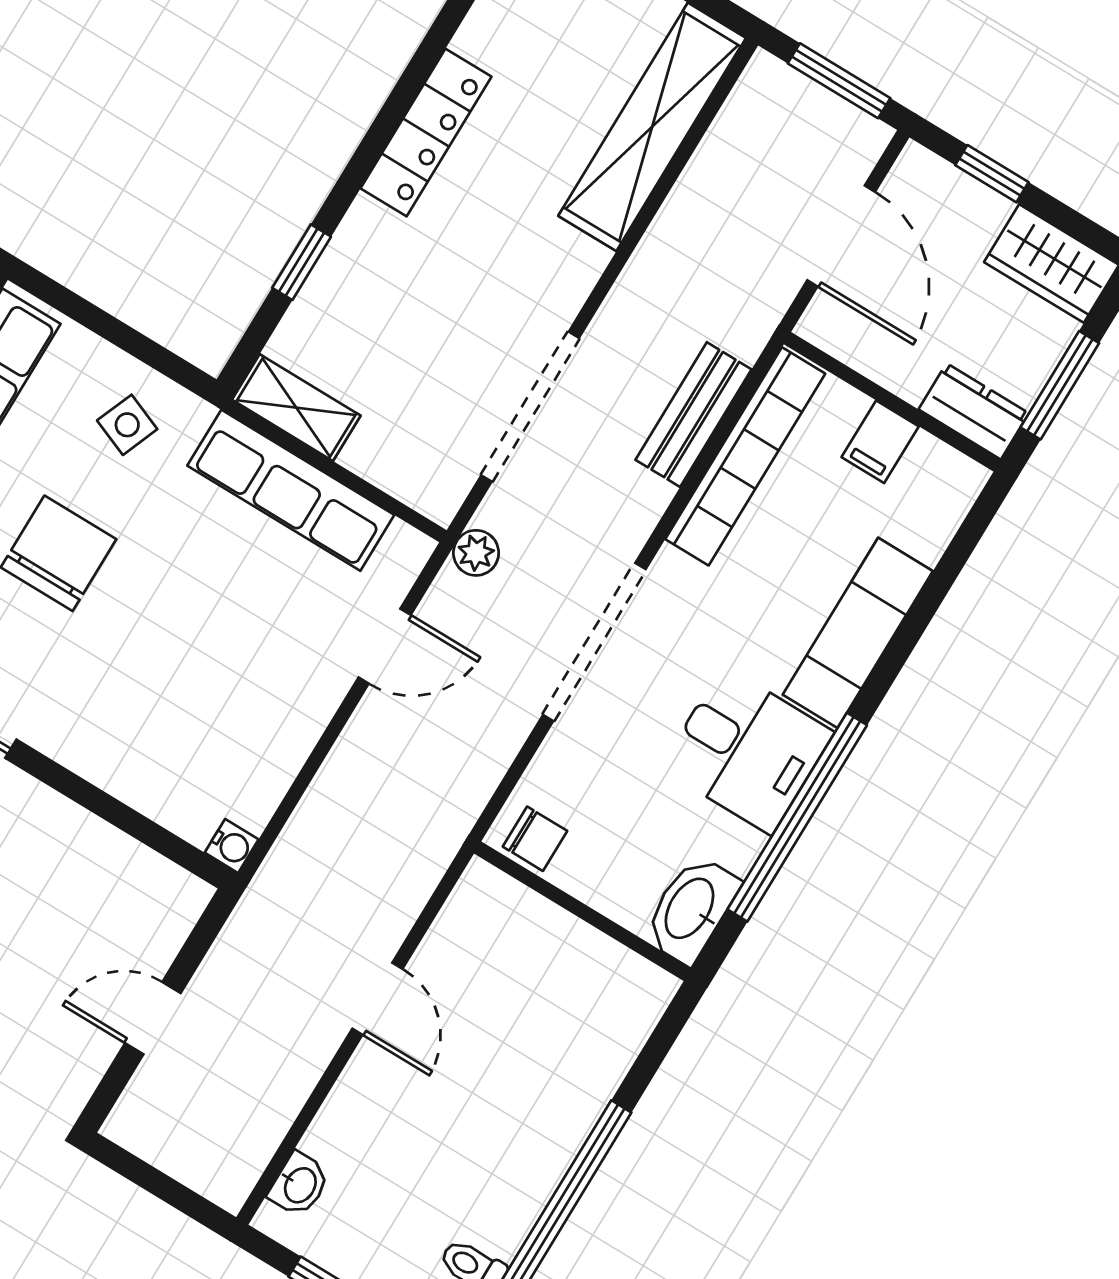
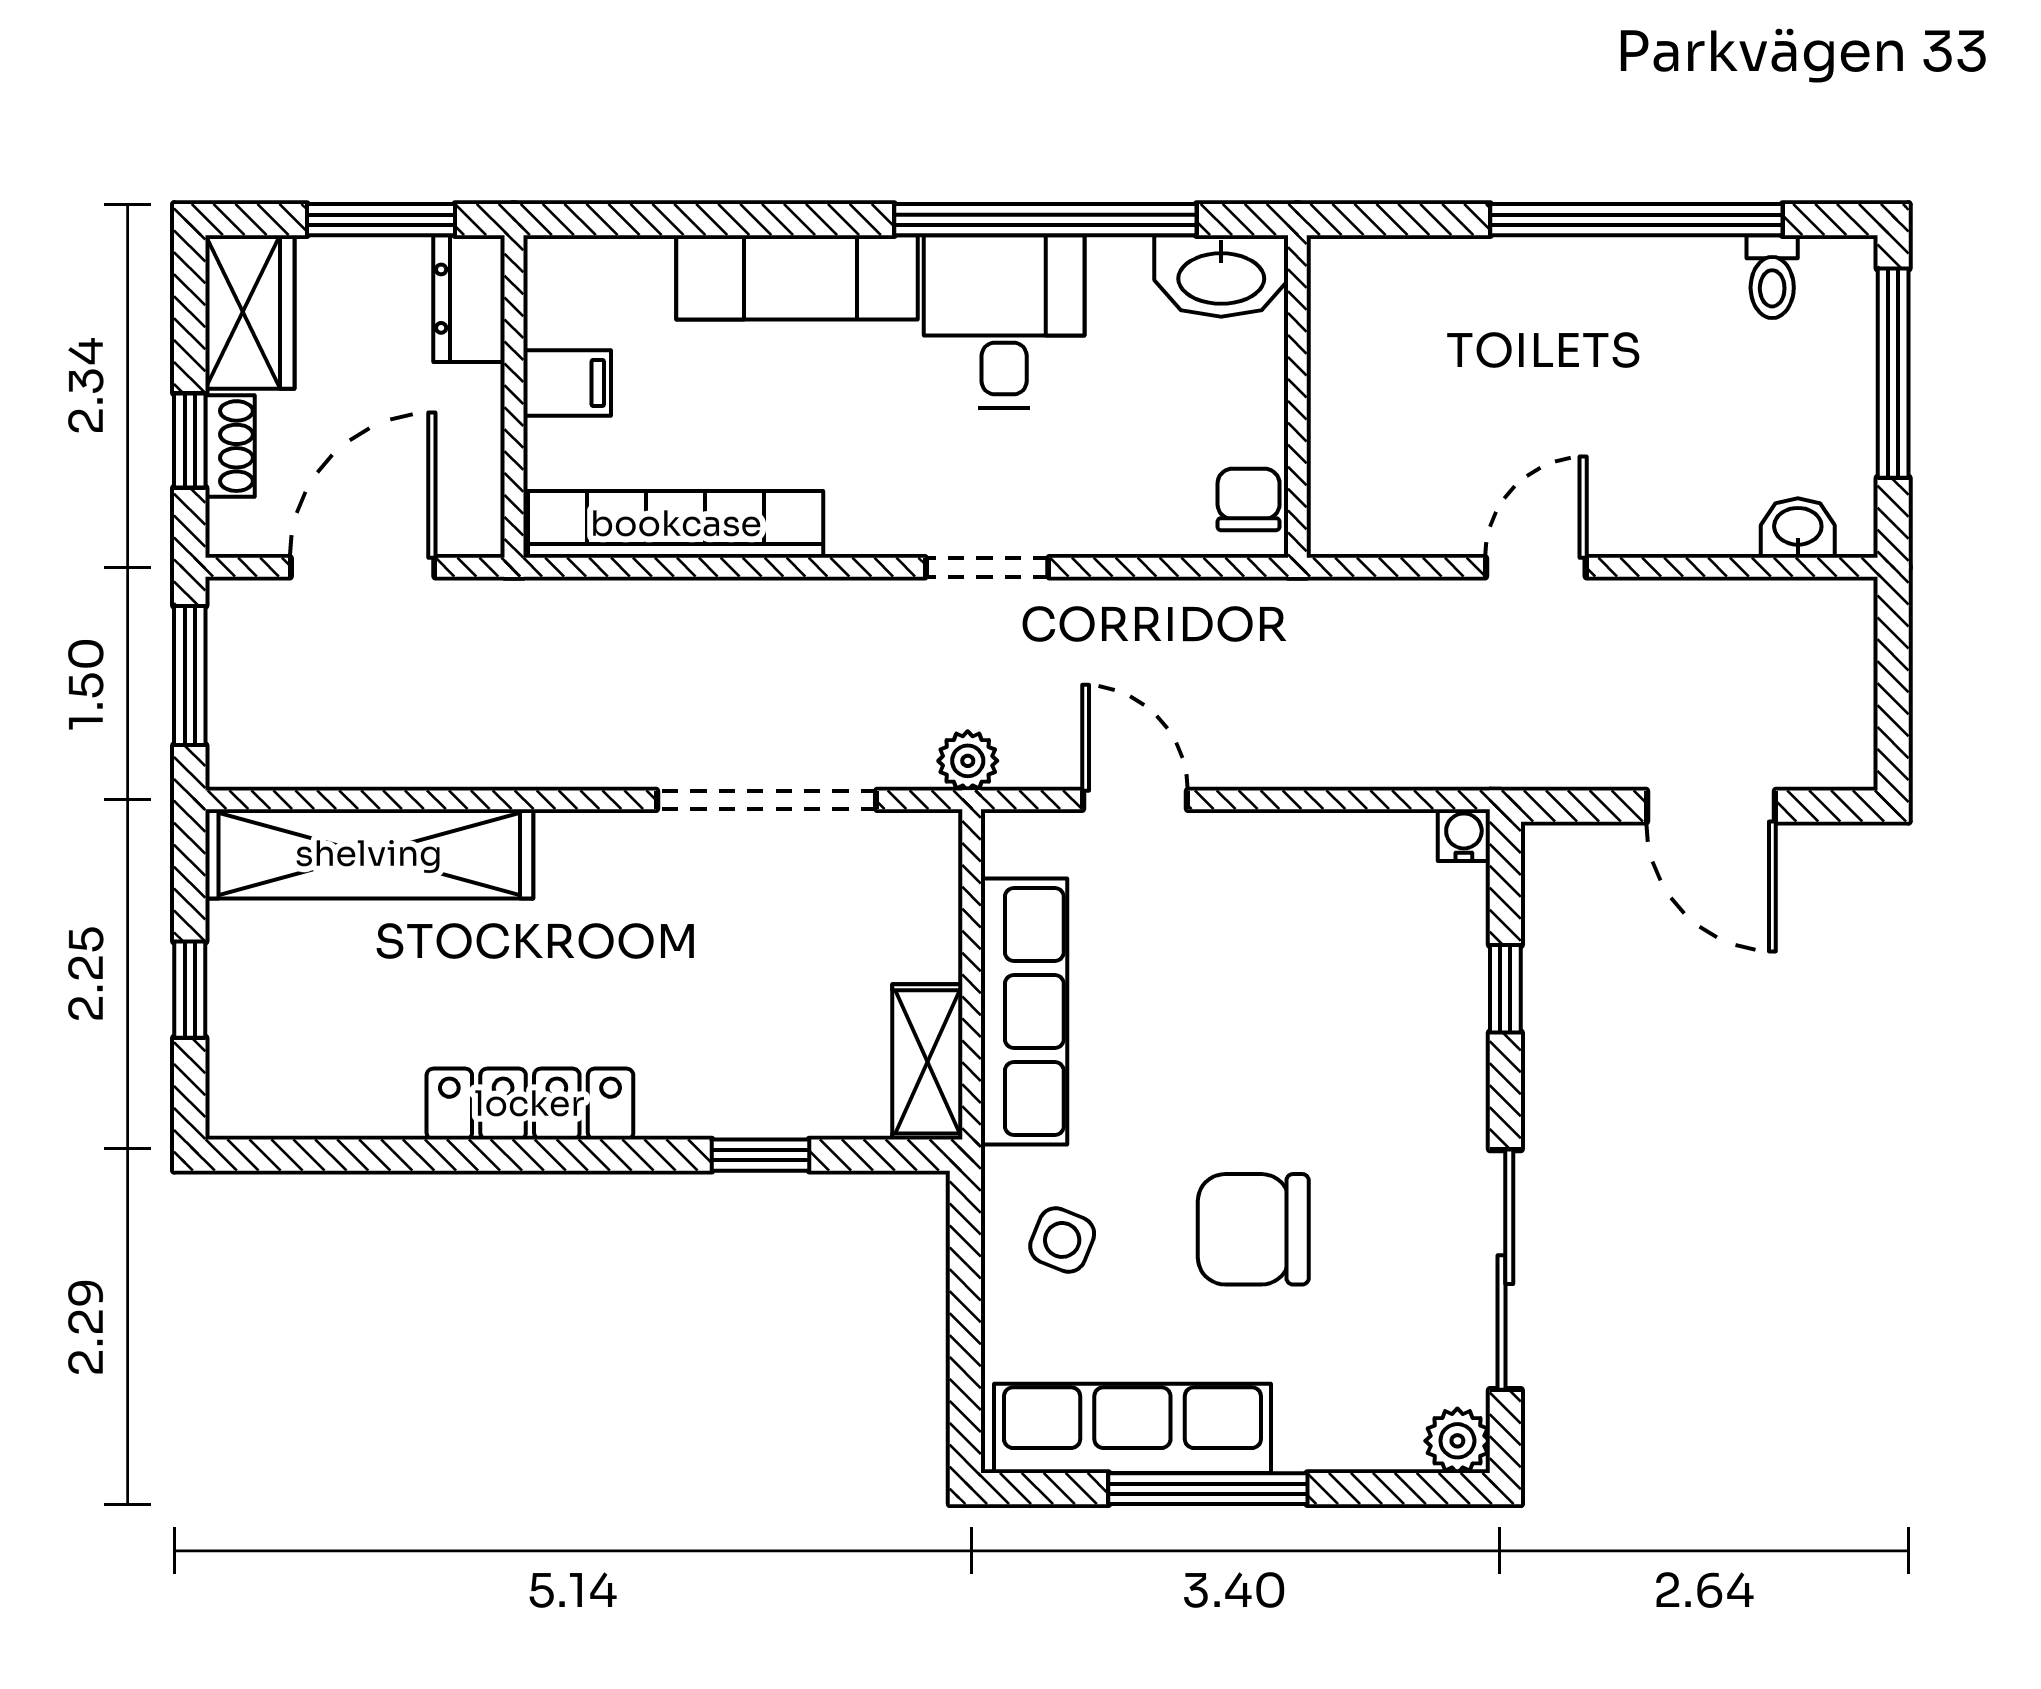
shoe rack: (972, 198) -> (230, 446), added
bench: (693, 415) -> (664, 611), removed
doorway: (594, 642) -> (987, 567), width x0.53
window: (115, 812) -> (1505, 989), added
door: (153, 1018) -> (1711, 806), width x1.37

